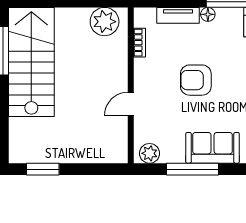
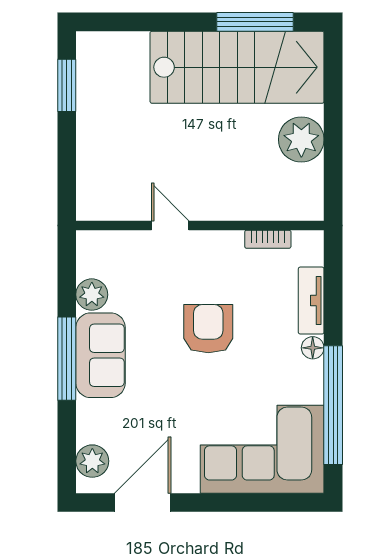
plant: (105, 22) -> (301, 139), moved
plant: (149, 153) -> (92, 295), moved
window: (192, 169) -> (67, 359), moved

